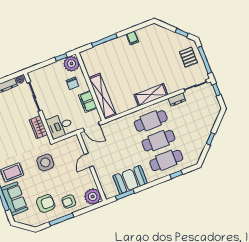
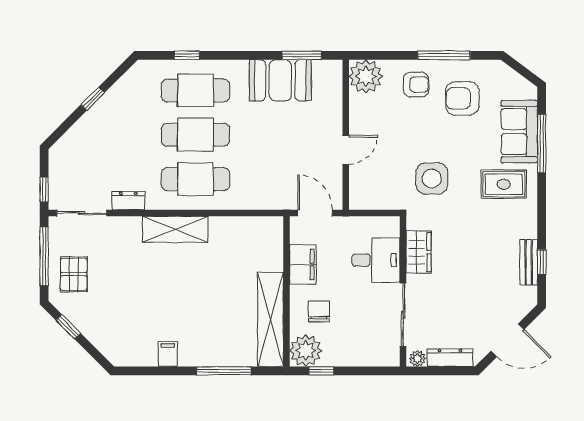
shelving: (102, 96) -> (270, 320), moved
desk: (60, 126) -> (376, 260), moved

